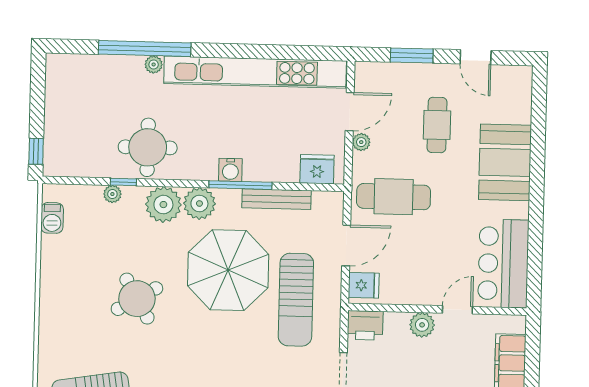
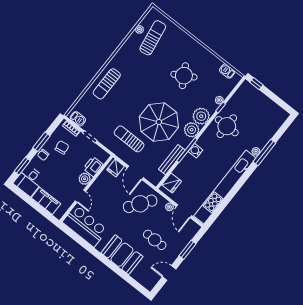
window: (145, 49) -> (264, 152), width x0.68
cafe table: (394, 197) -> (140, 204), turned 36
round table: (137, 299) -> (184, 76), moved
sun lounger: (296, 300) -> (129, 139), width x0.73, depth x0.75
printer: (365, 325) -> (93, 167), moved

